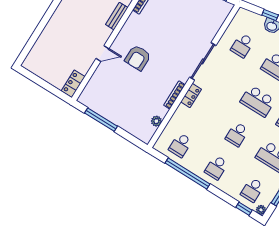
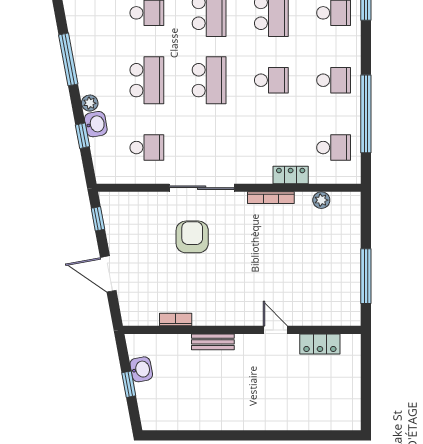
armchair: (138, 58) -> (192, 237), moved, turned -90
locker: (73, 84) -> (320, 344), moved
locker: (191, 95) -> (291, 175), moved

